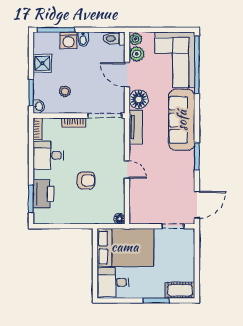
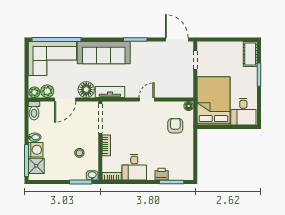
shower: (42, 63) -> (36, 166), moved
armchair: (86, 180) -> (175, 126), moved
printer: (43, 194) -> (162, 174), width x0.53, depth x0.68

